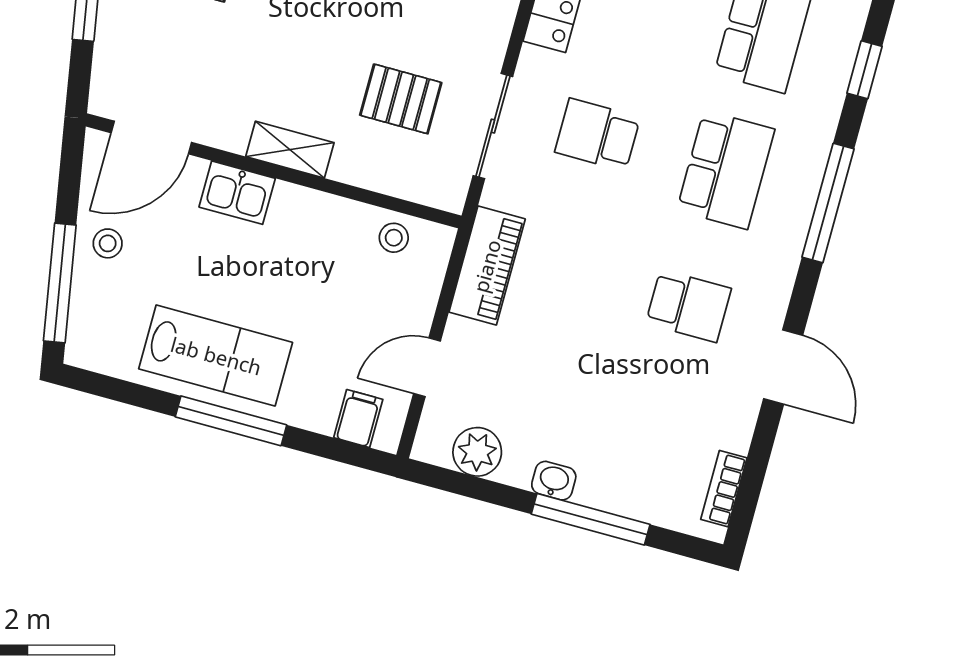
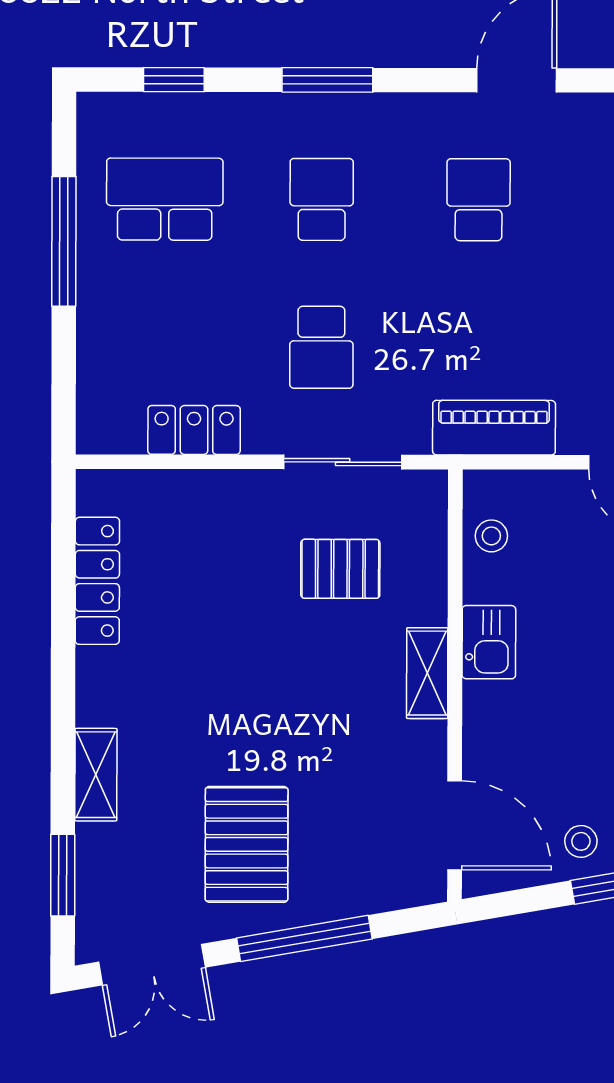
pallet: (401, 99) -> (340, 569), turned 90
school desk: (726, 170) -> (322, 199), width x0.54
kitchen sink: (237, 193) -> (489, 642), moved
window: (828, 203) -> (327, 80), width x0.69

